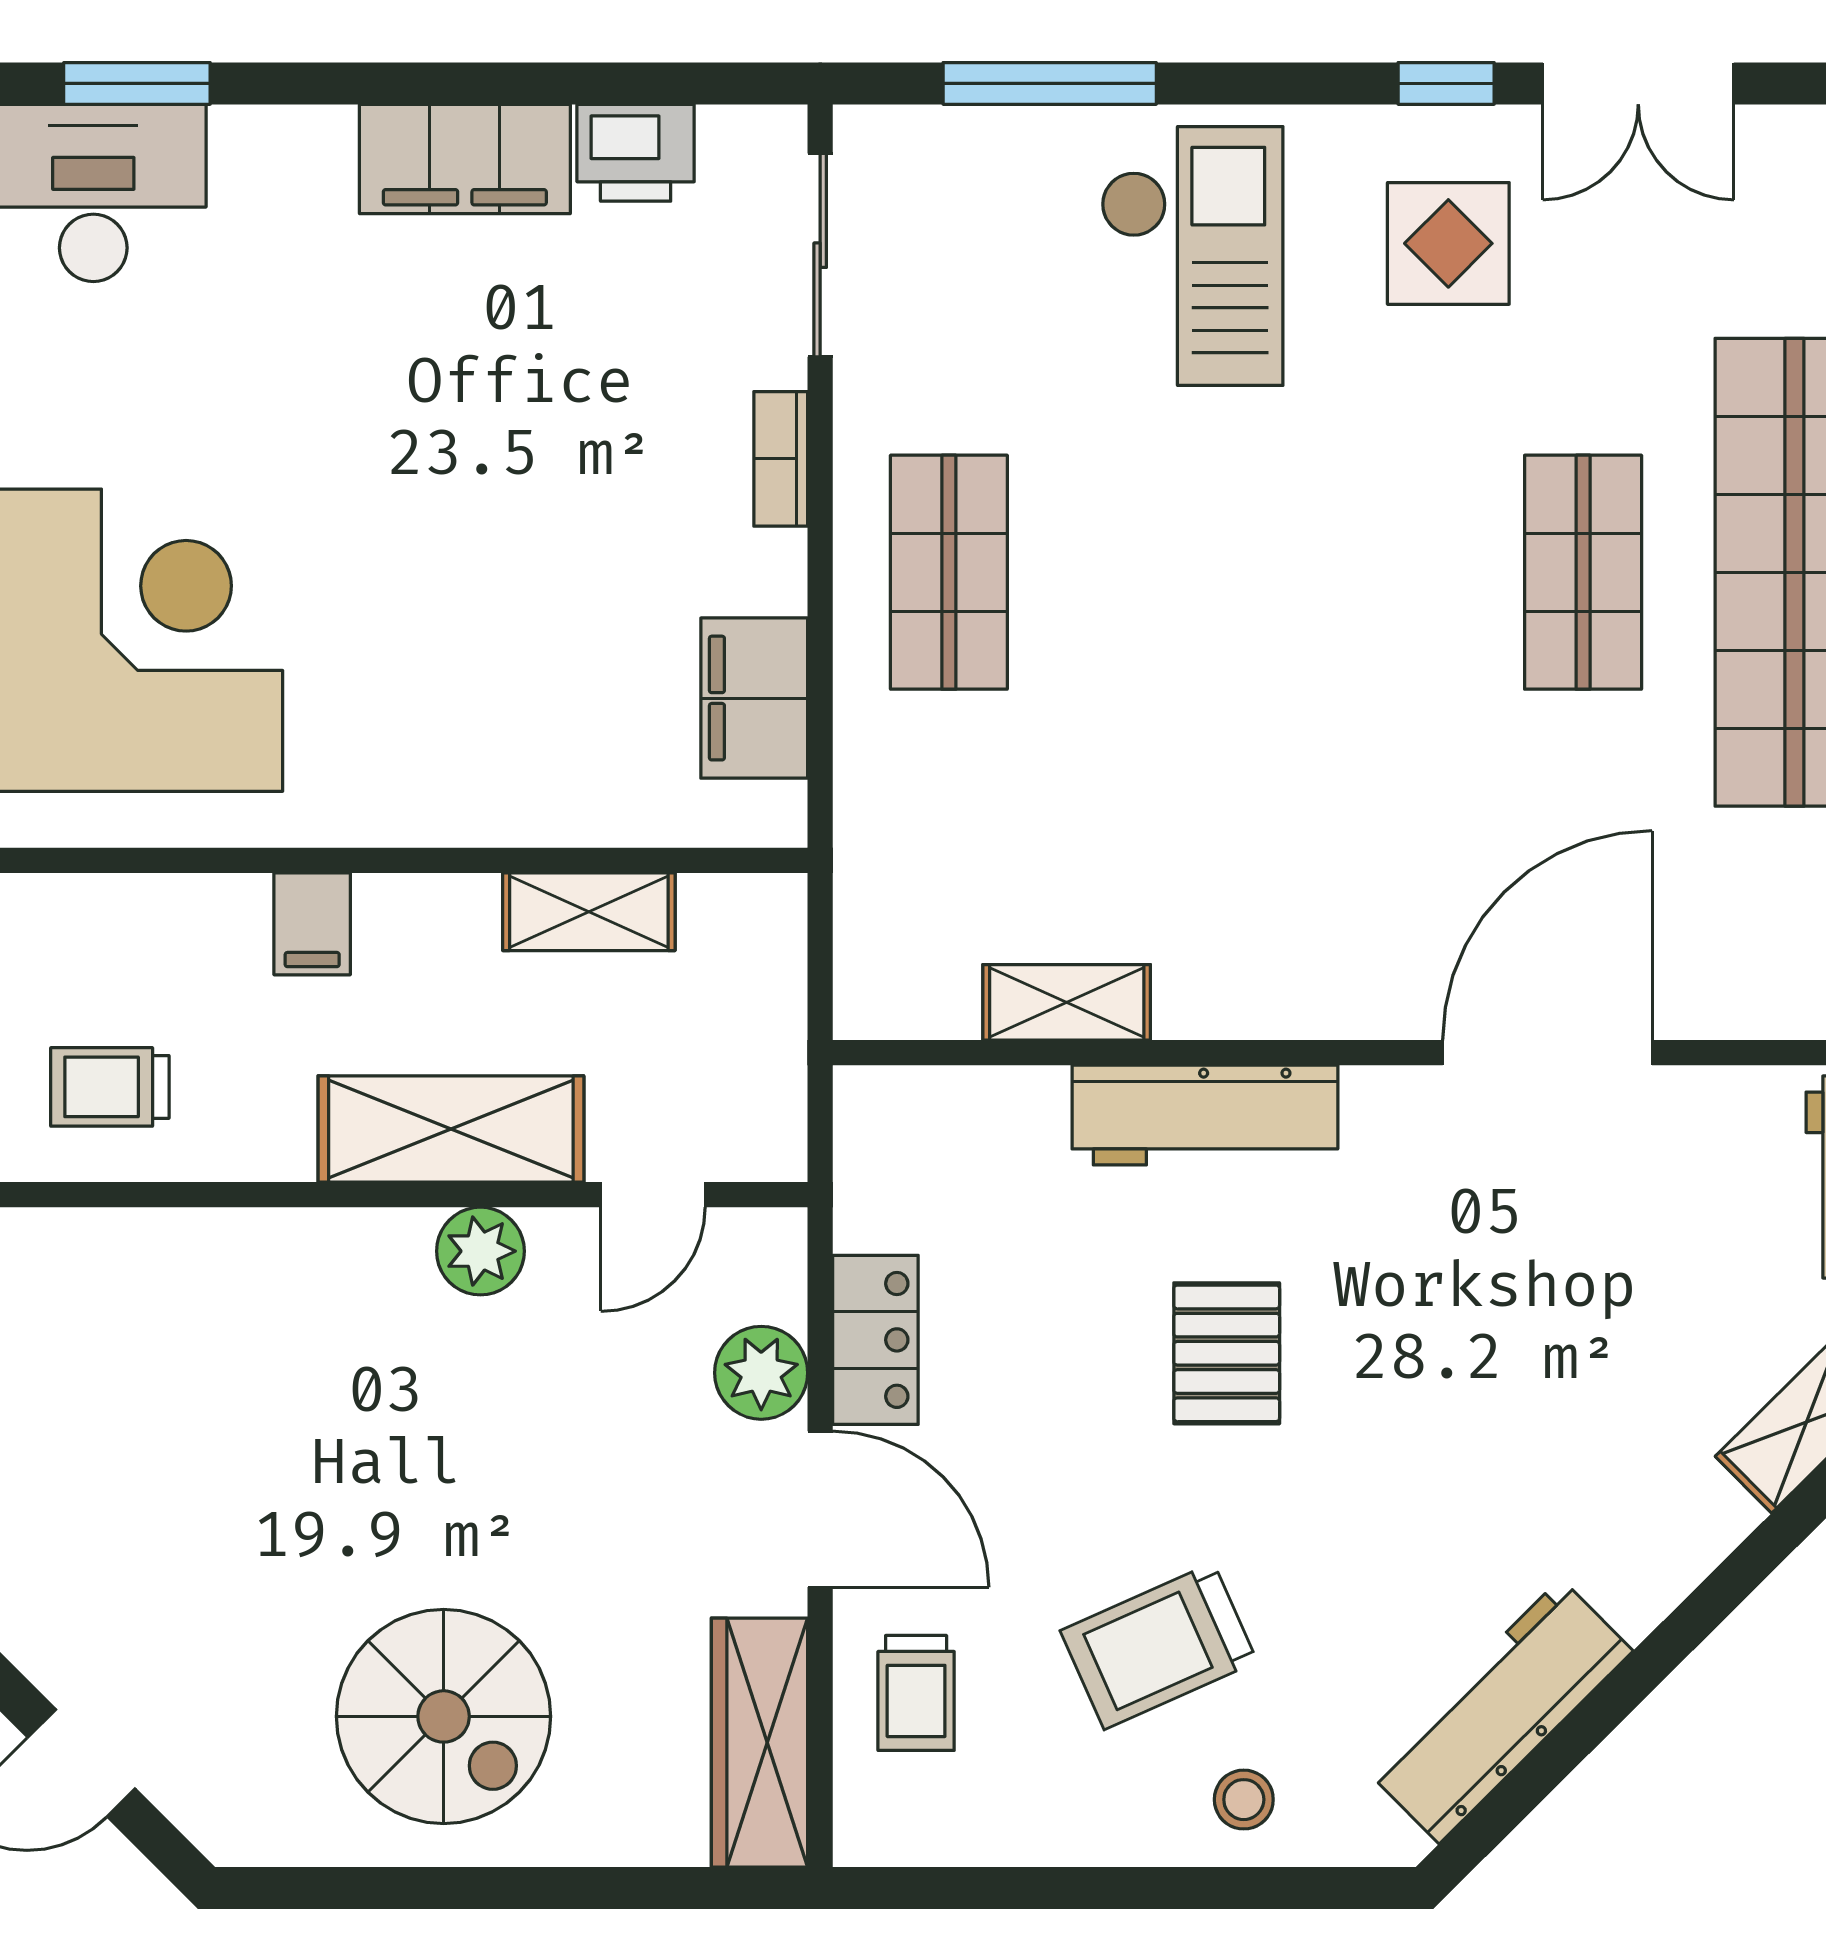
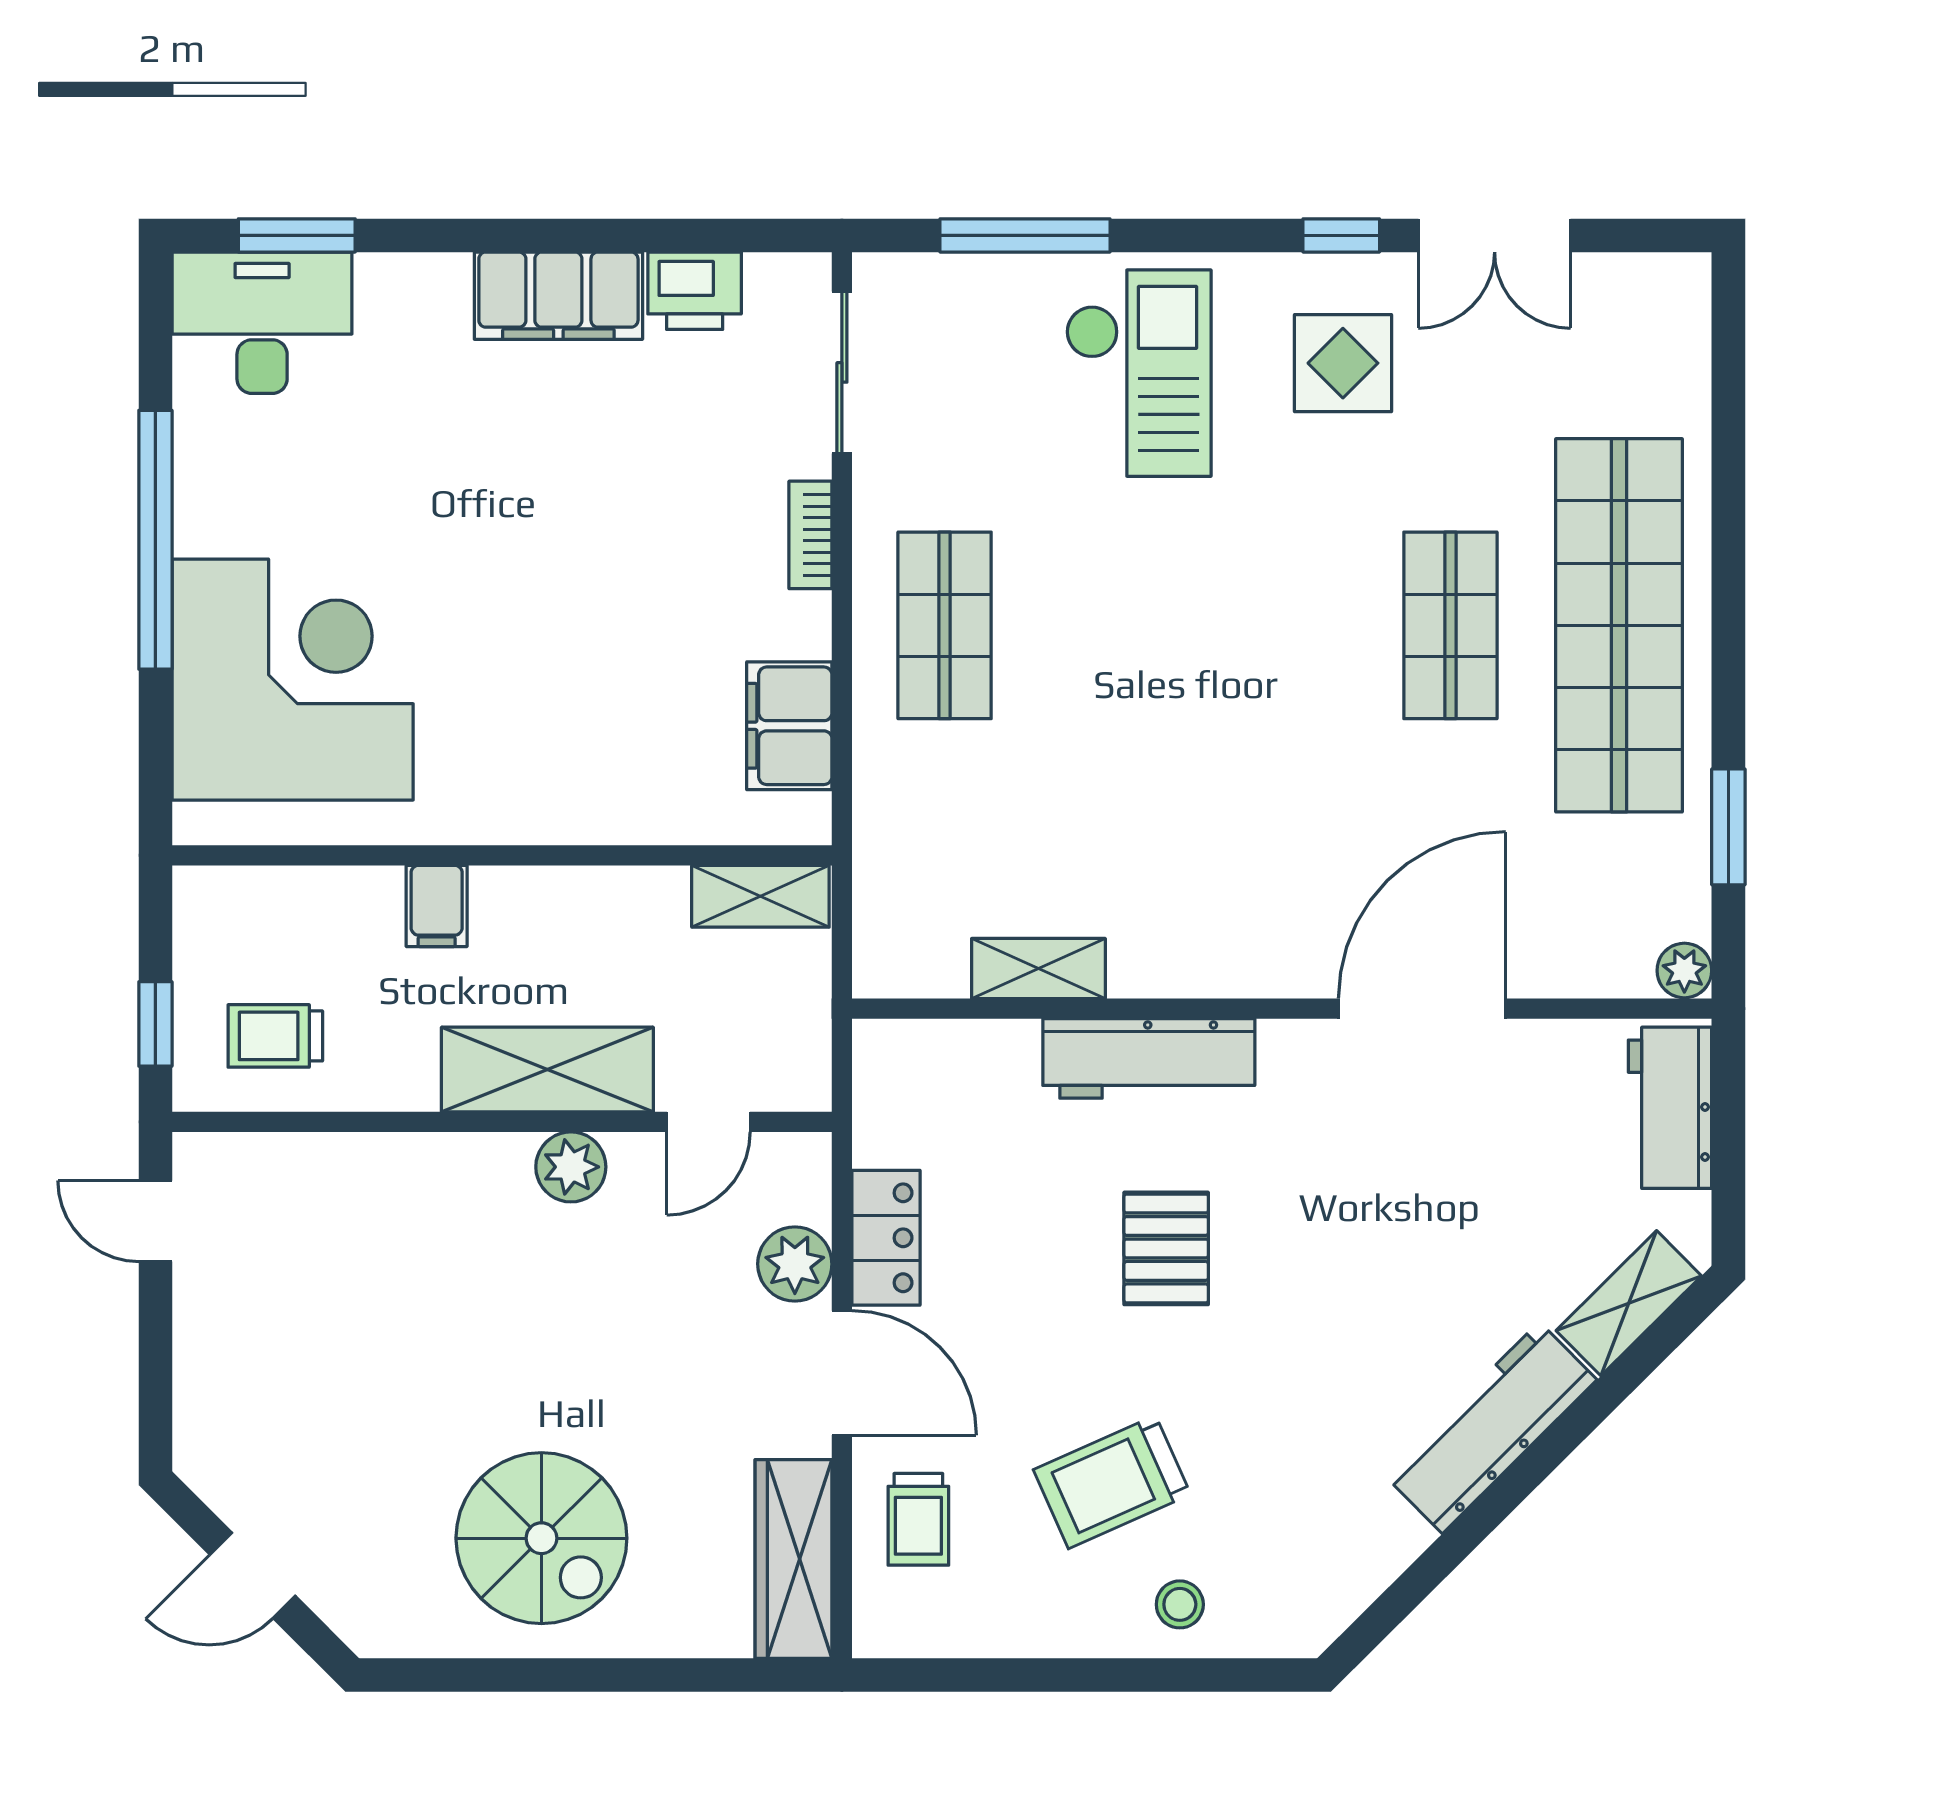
shelving: (589, 912) -> (760, 896), moved
workbench: (1500, 1711) -> (1491, 1428), moved

